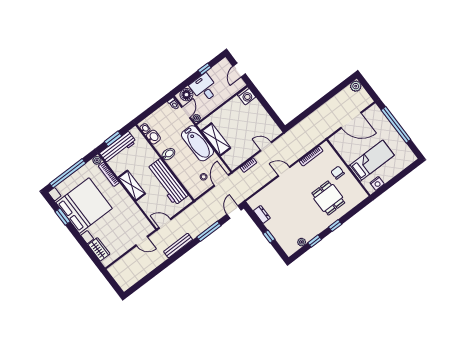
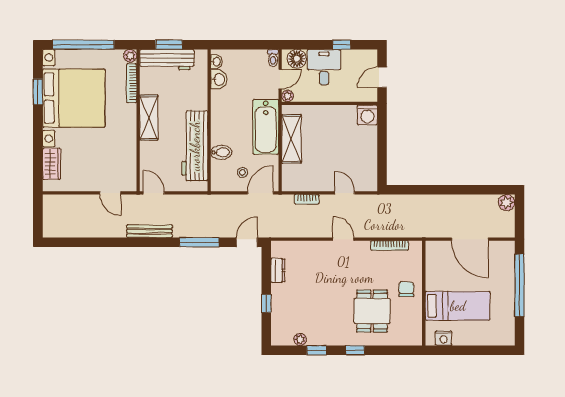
bidet: (168, 154) -> (221, 152), moved

